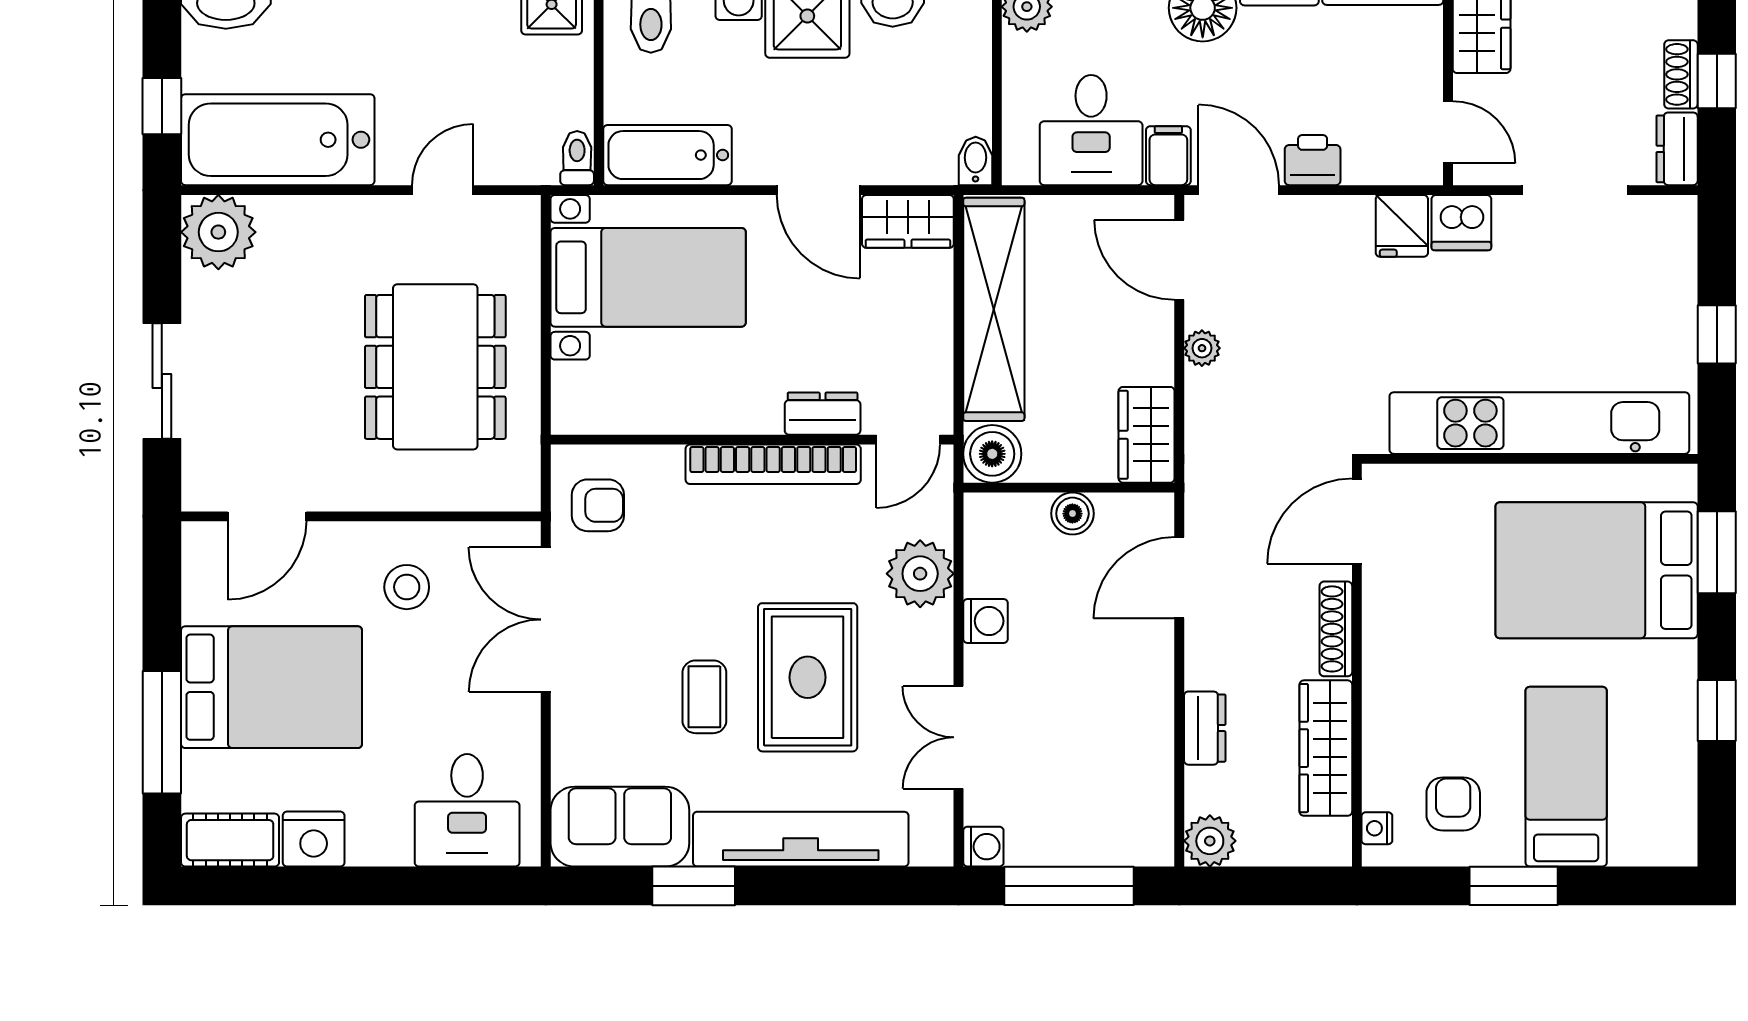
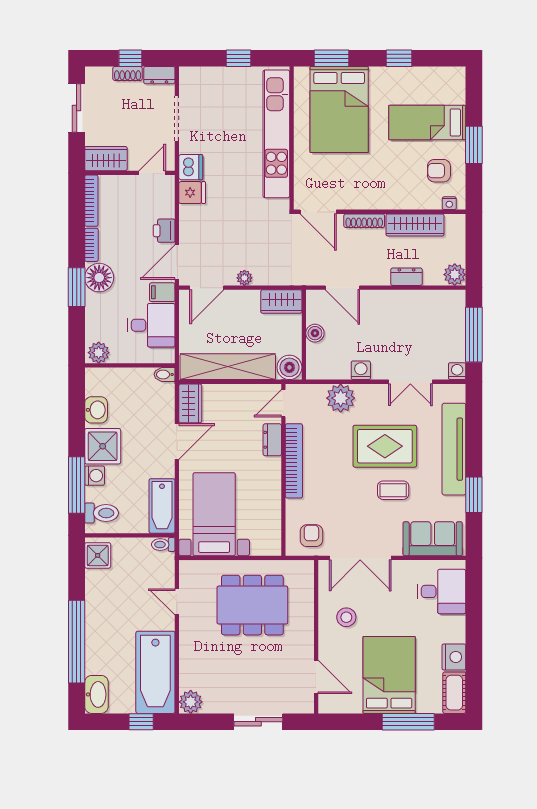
plant: (218, 232) -> (191, 702), width x0.73, depth x0.73
door: (908, 440) -> (283, 403), swing flipped
sofa: (620, 827) -> (433, 539), moved, turned 90

